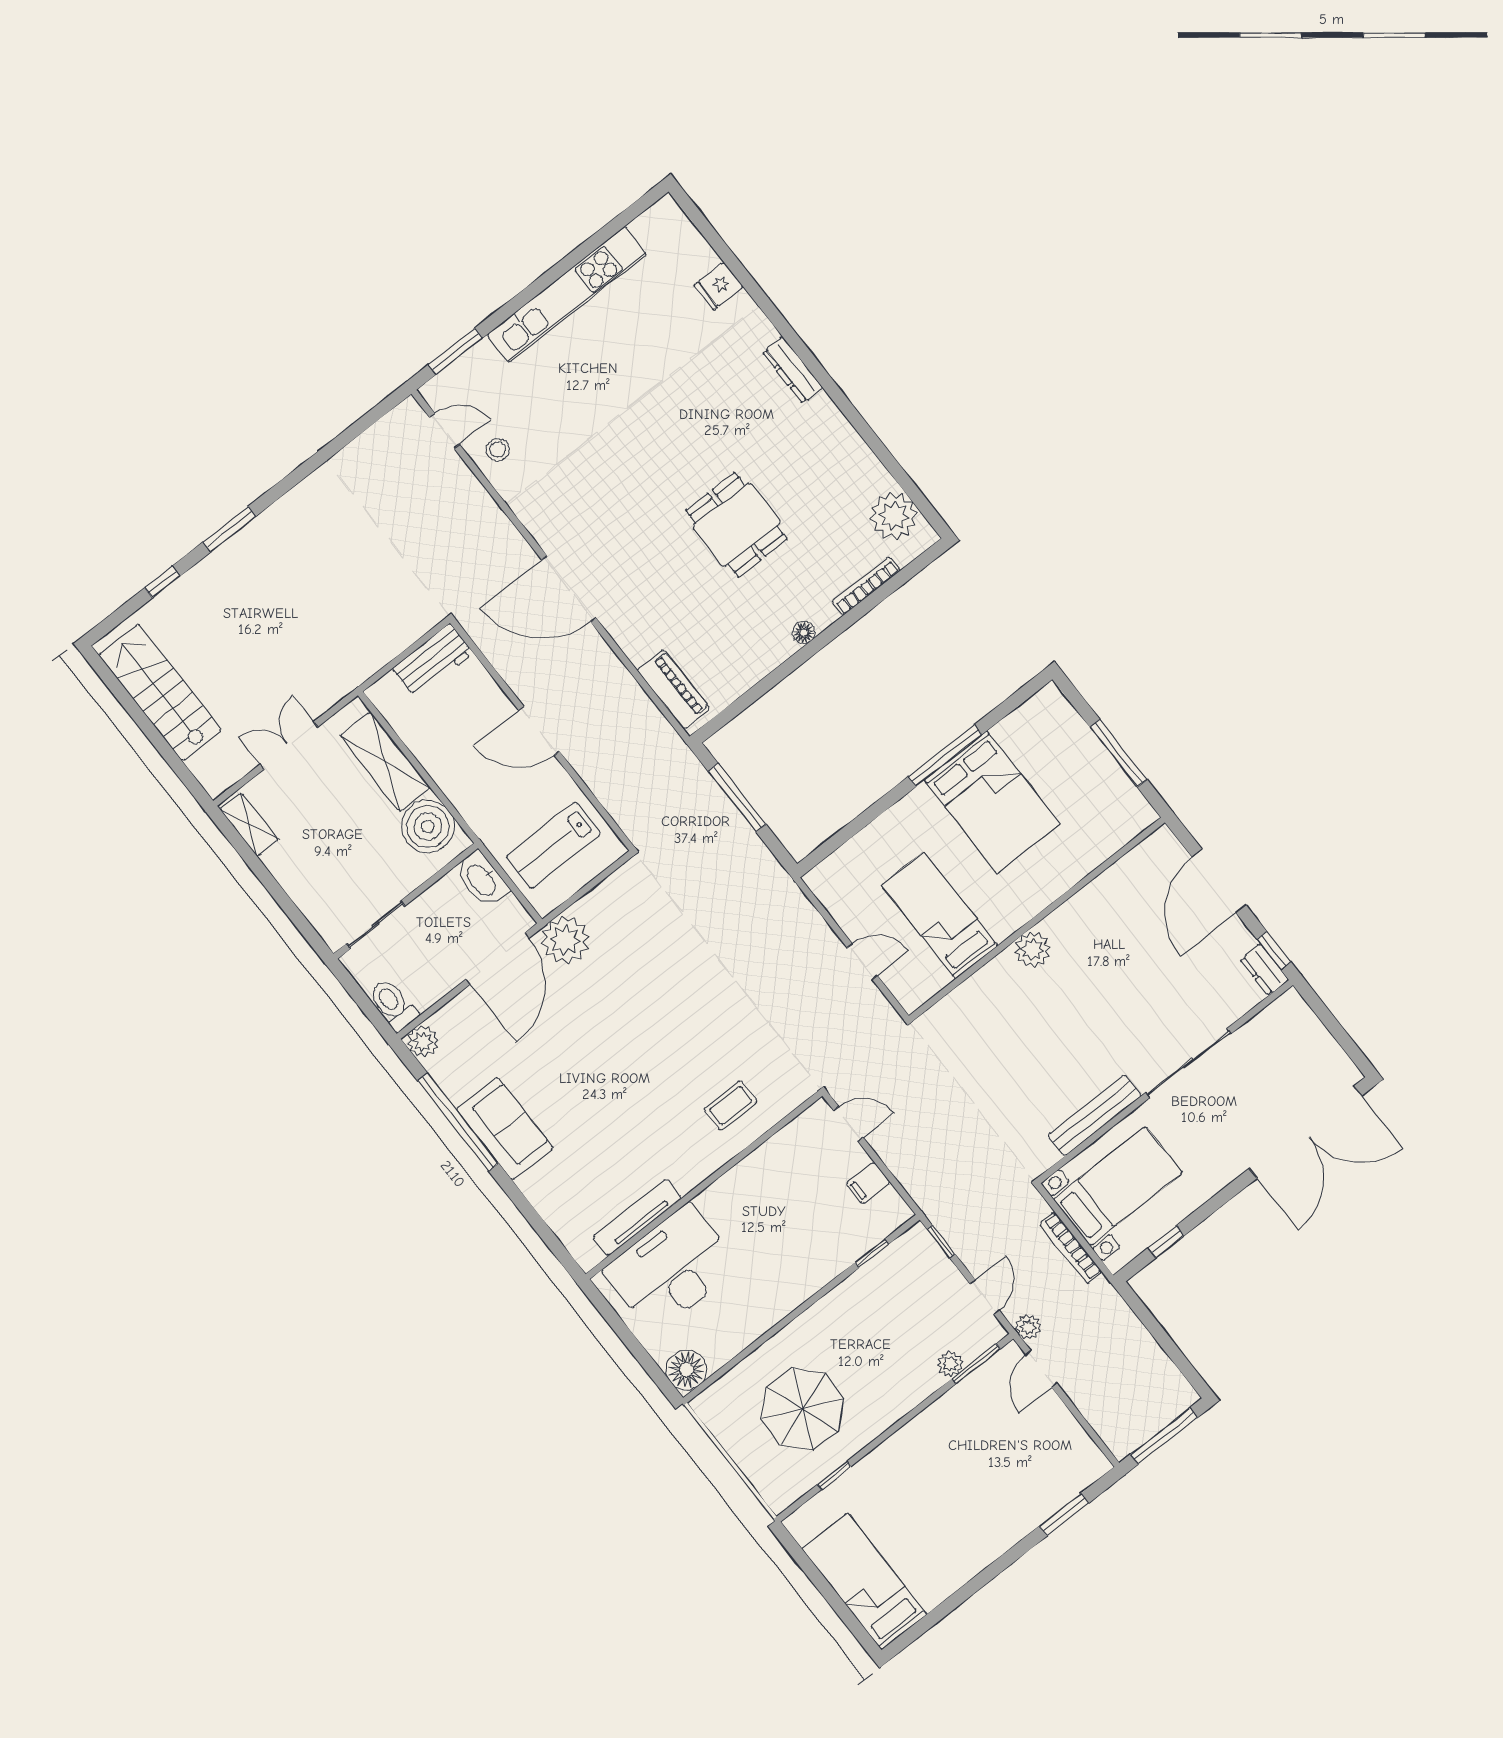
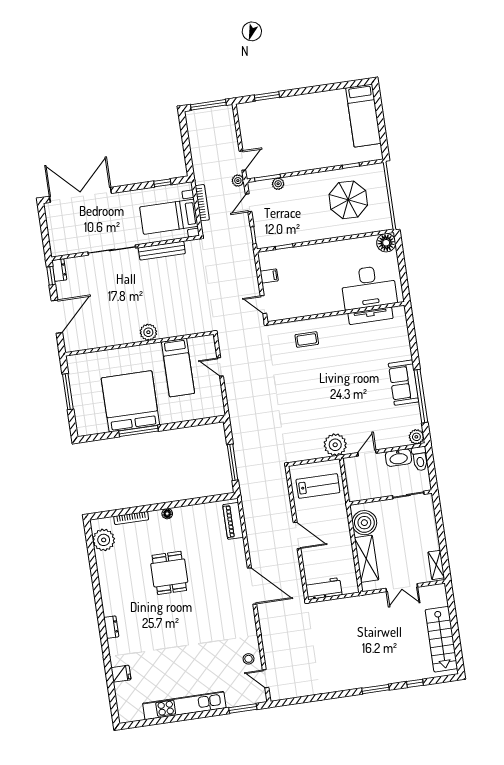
dresser: (793, 370) -> (111, 627), width x0.70
bed: (992, 802) -> (130, 401), width x1.36
washbasin: (482, 880) -> (398, 458), moved, turned 90
door: (497, 959) -> (367, 453), width x0.53

